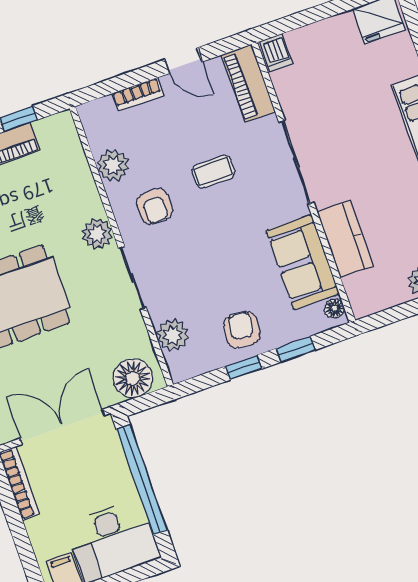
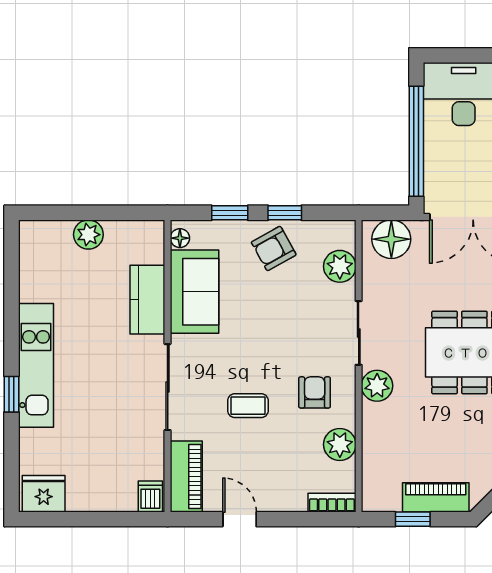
bookcase: (138, 95) -> (332, 503), moved
armchair: (242, 330) -> (274, 248), turned 54

